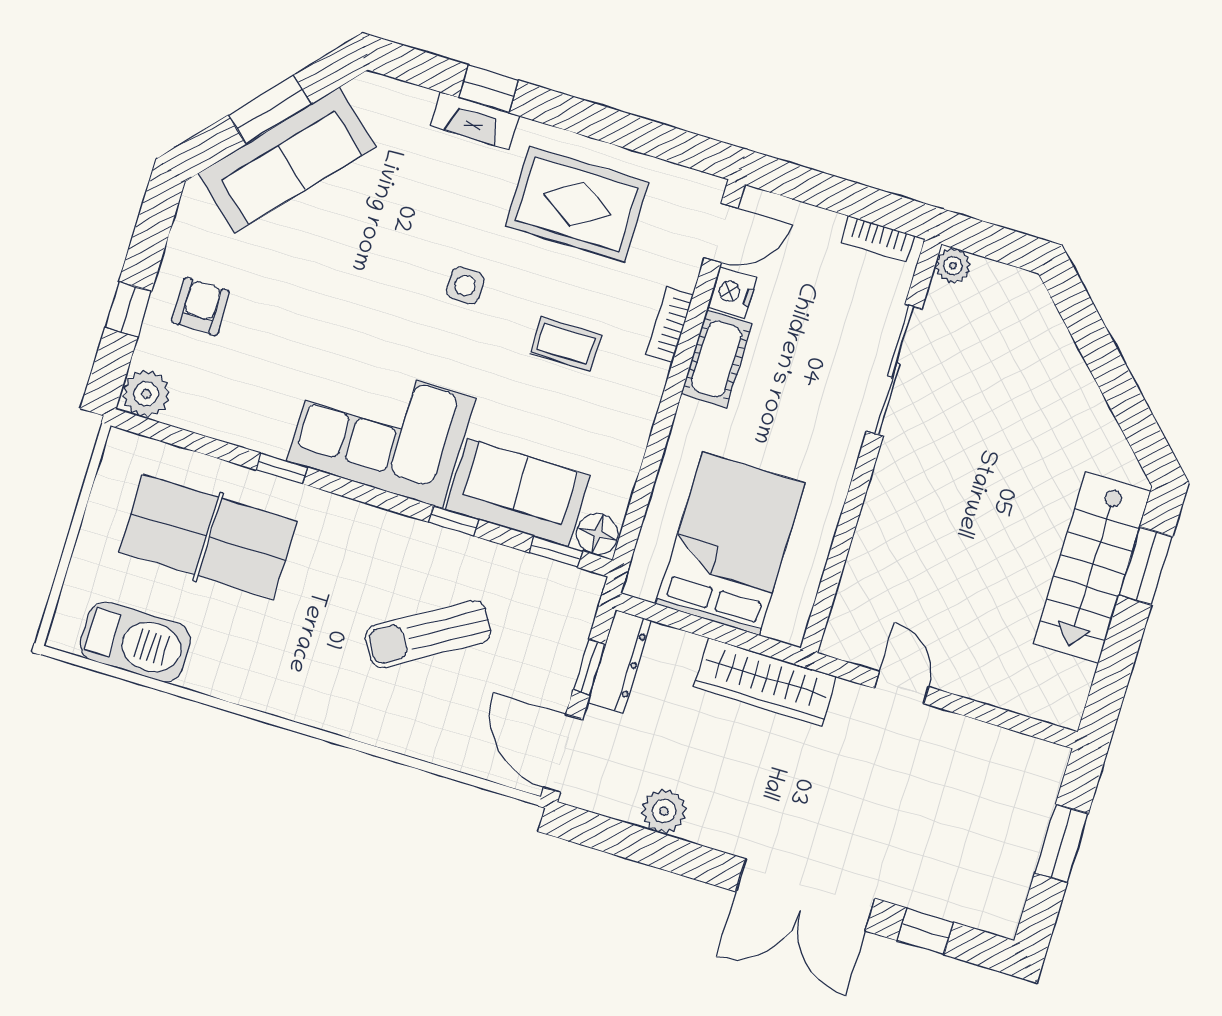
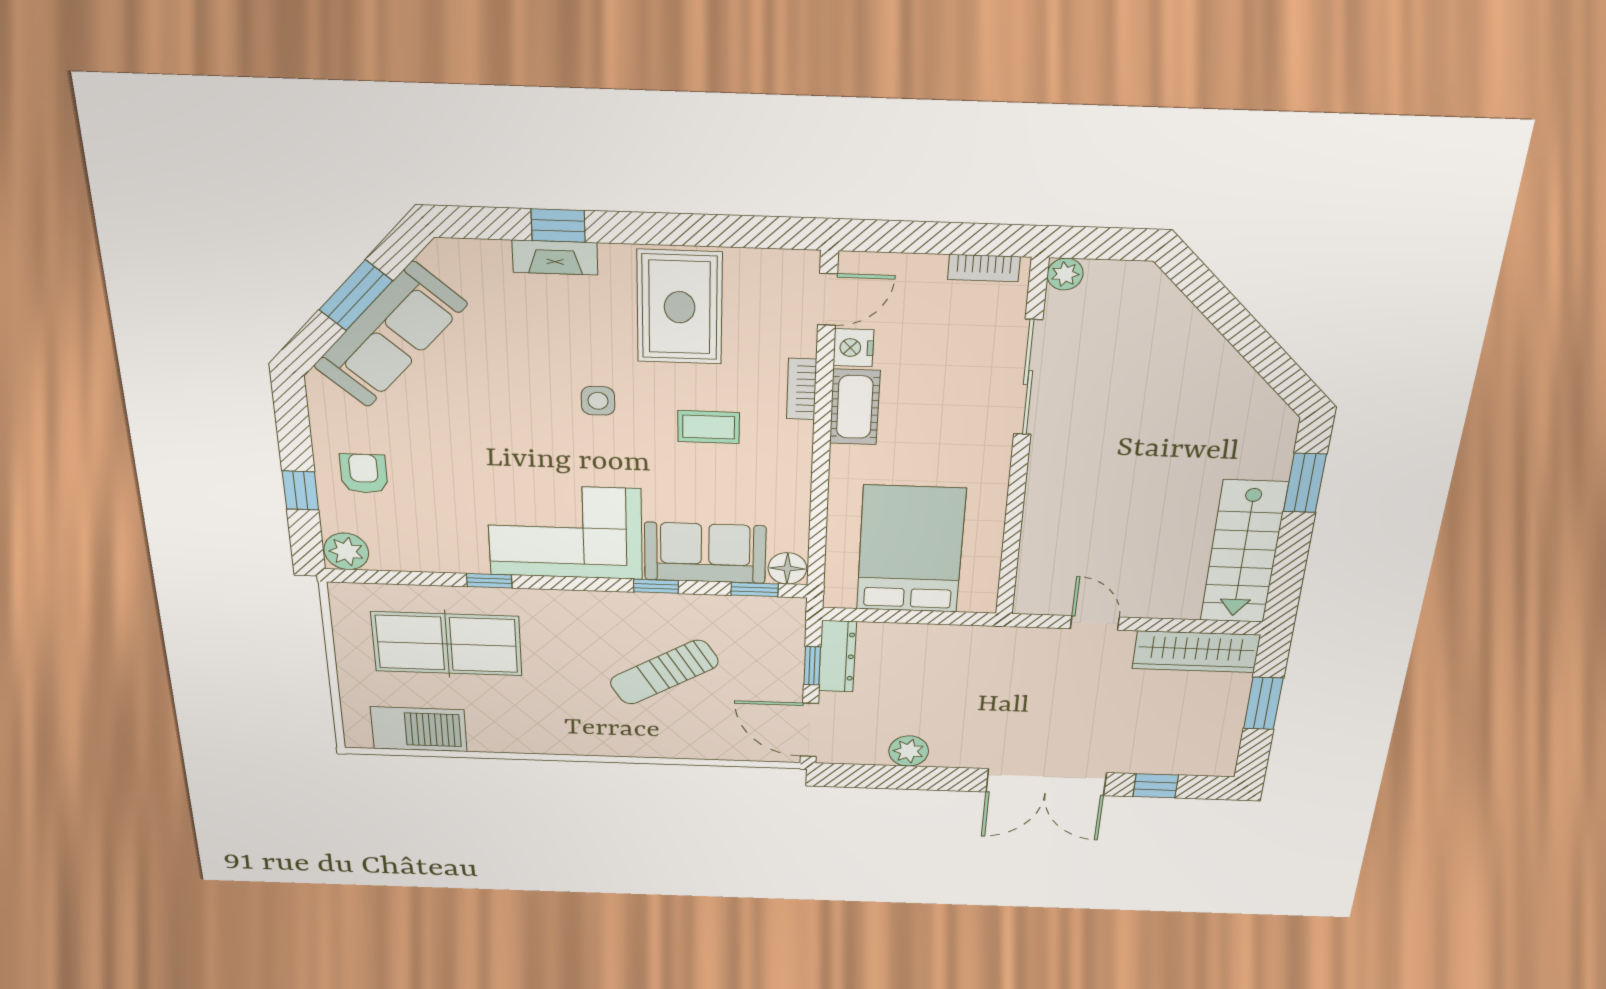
rug: (577, 204) -> (680, 307), turned 90
stairs: (1092, 568) -> (1244, 552), moved
wardrobe: (765, 682) -> (1196, 652), moved

